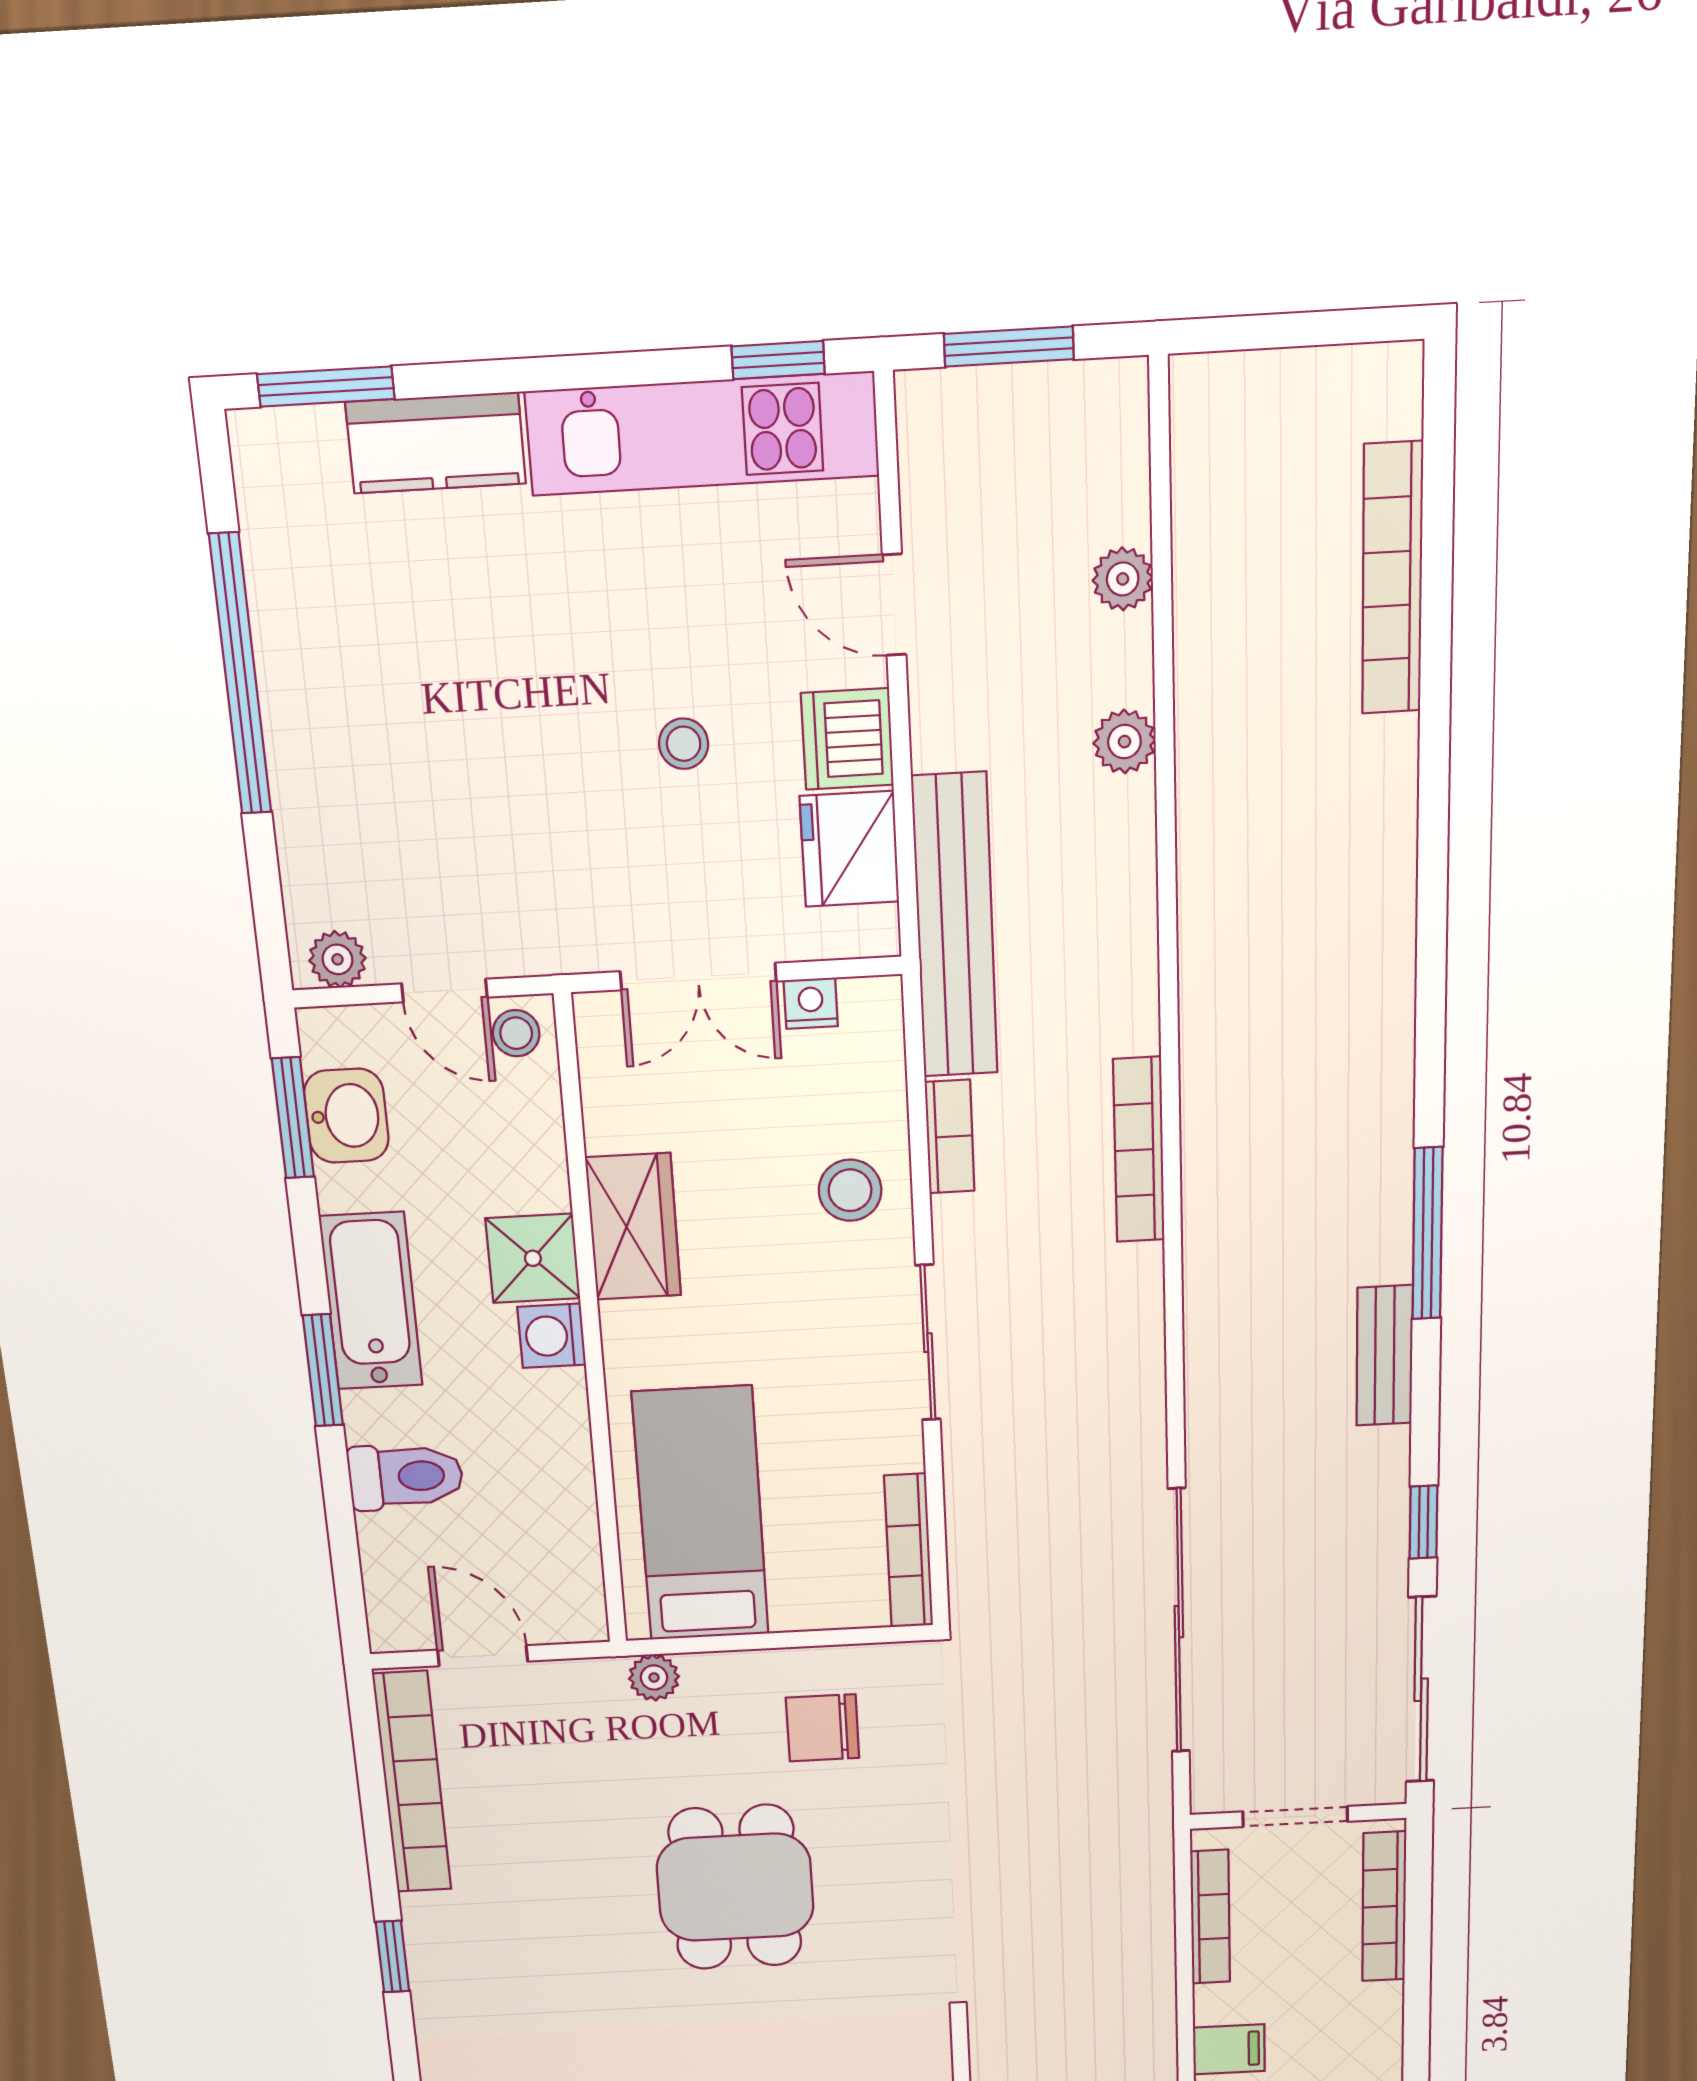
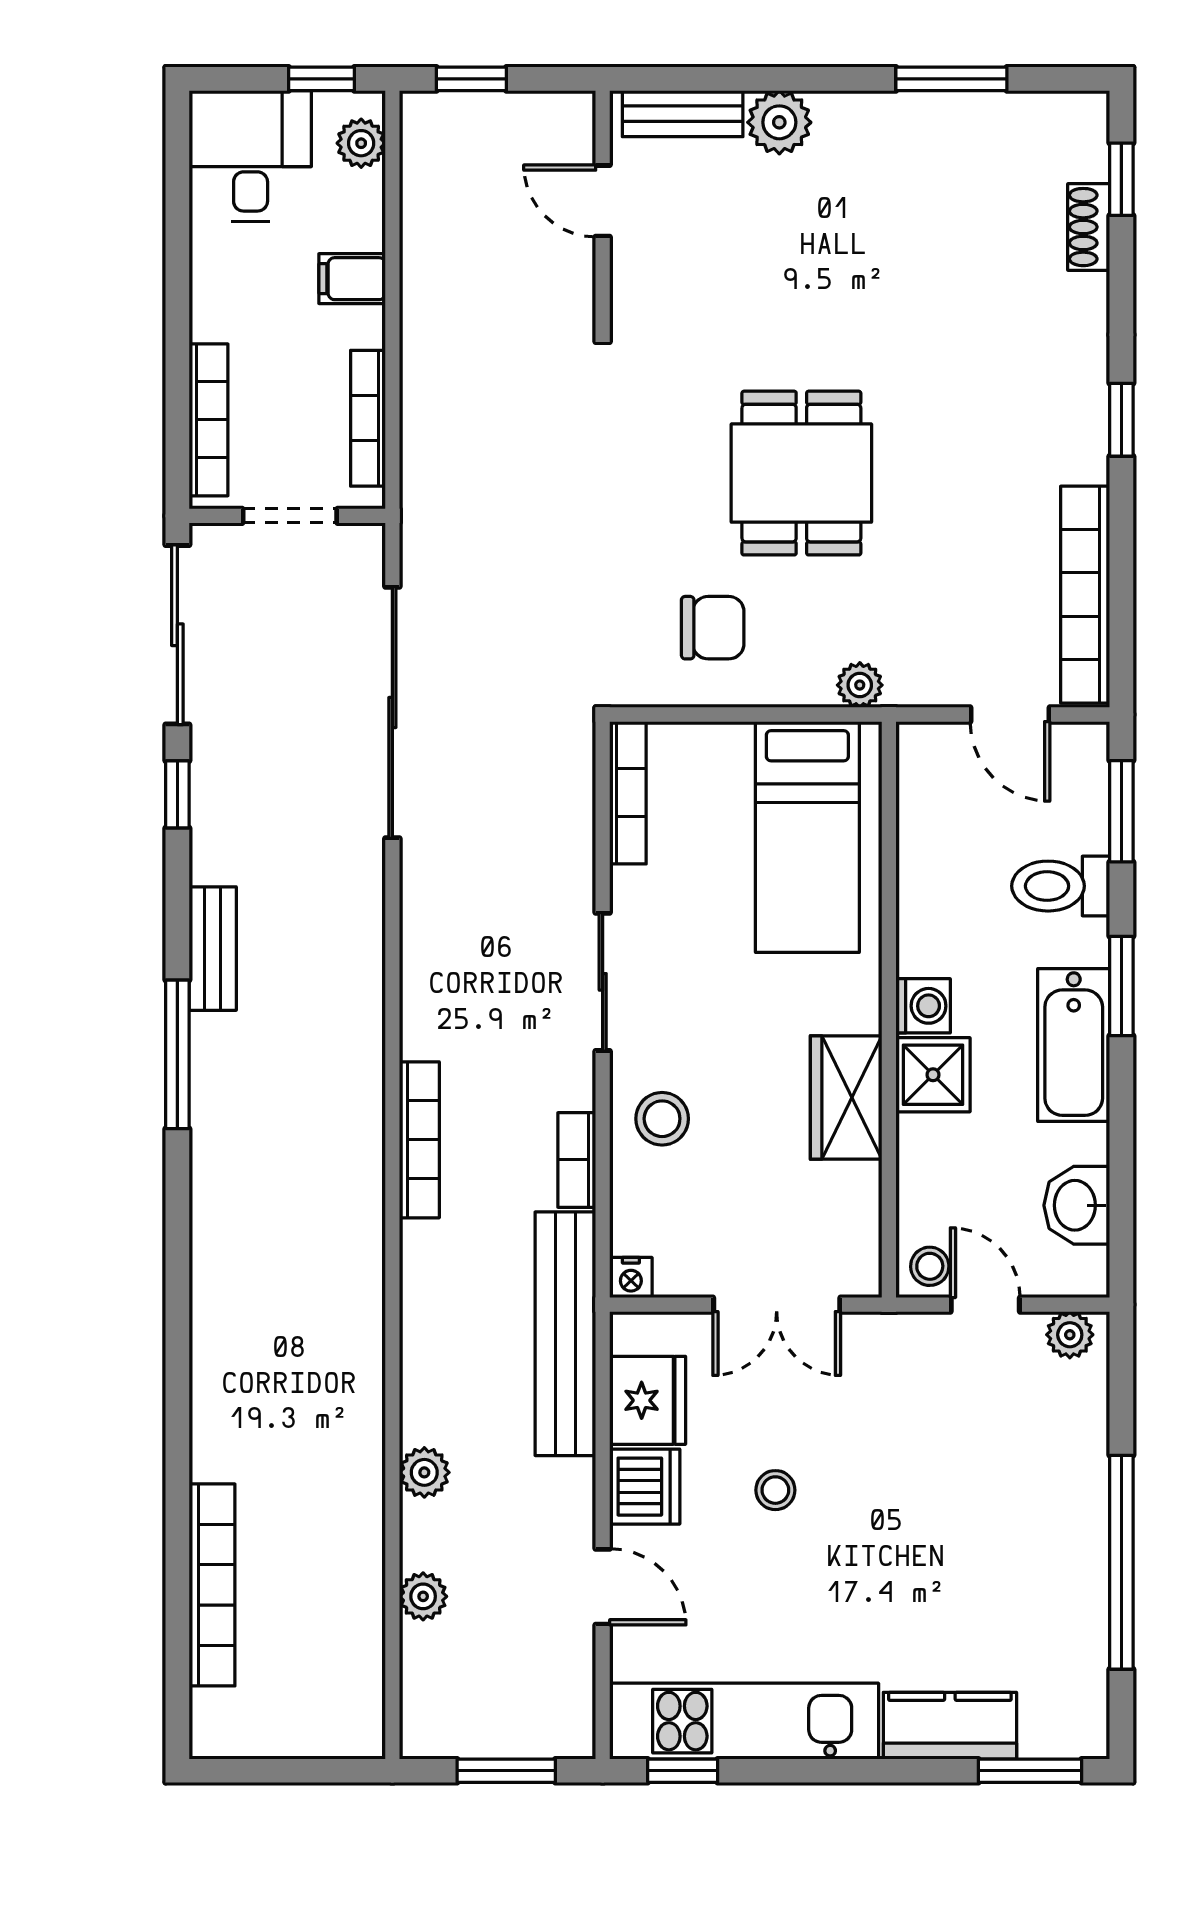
double door: (698, 976) -> (777, 1305), swing flipped
nightstand: (811, 1003) -> (631, 1277), moved
window: (293, 1118) -> (1121, 811), moved

